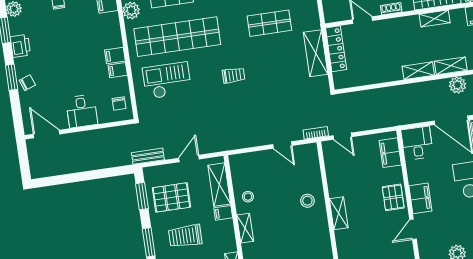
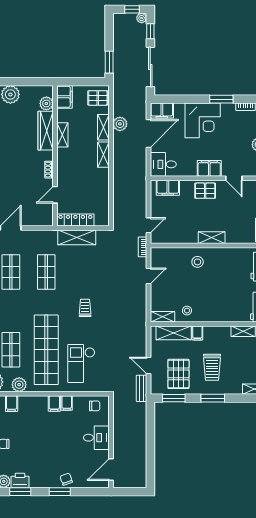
printer: (20, 46) -> (20, 481), moved
door: (189, 159) -> (148, 366), moved
shelving: (245, 228) -> (163, 317), moved

